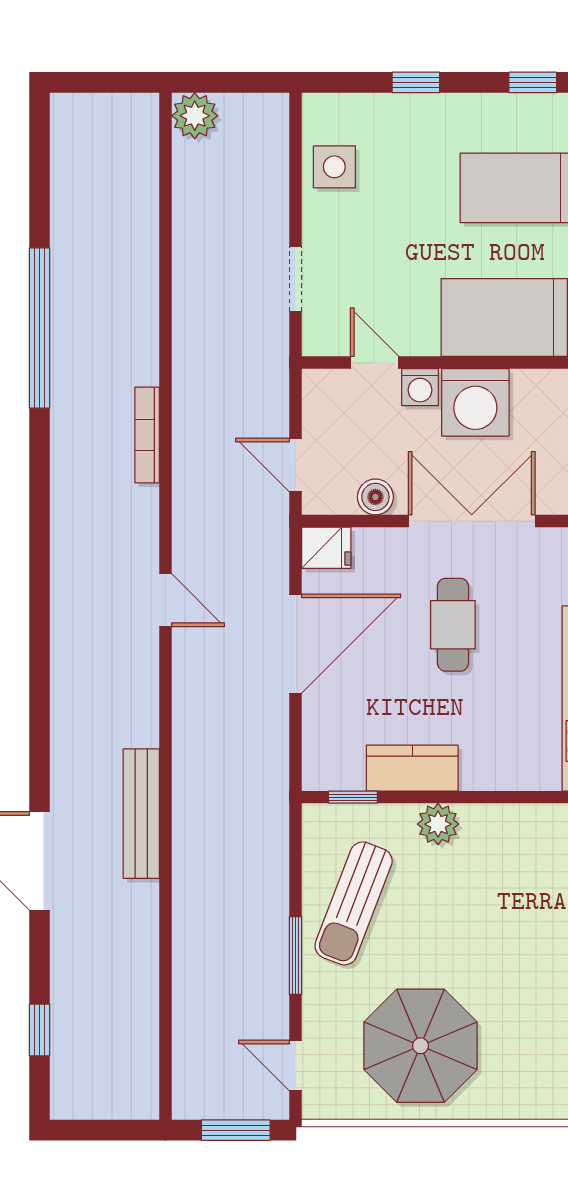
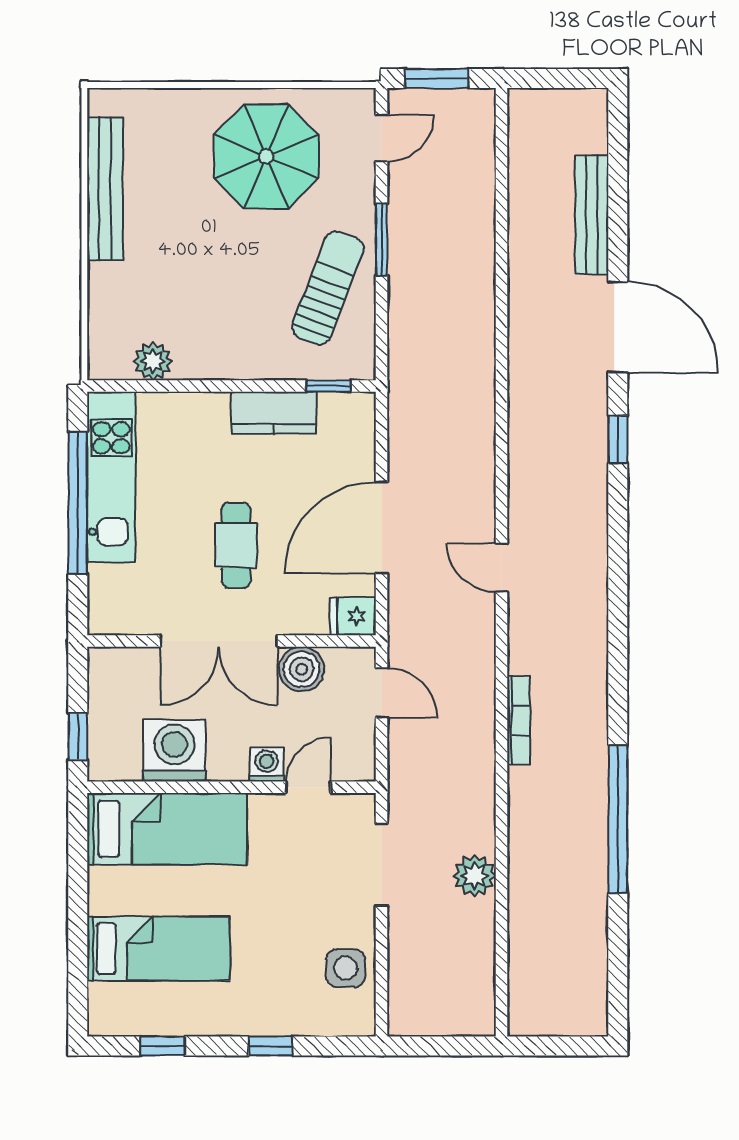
plant: (195, 116) -> (475, 876), moved
doorway: (295, 279) -> (382, 865), width x1.38
door: (375, 363) -> (308, 787), swing flipped
washing machine: (475, 402) -> (175, 751), moved
boiler: (375, 497) -> (302, 669), width x1.36, depth x1.36
bench: (141, 814) -> (592, 215), moved
plant: (438, 824) -> (153, 361), moved
window: (40, 1030) -> (618, 440), moved
door: (295, 1065) -> (382, 138), hinge flipped

